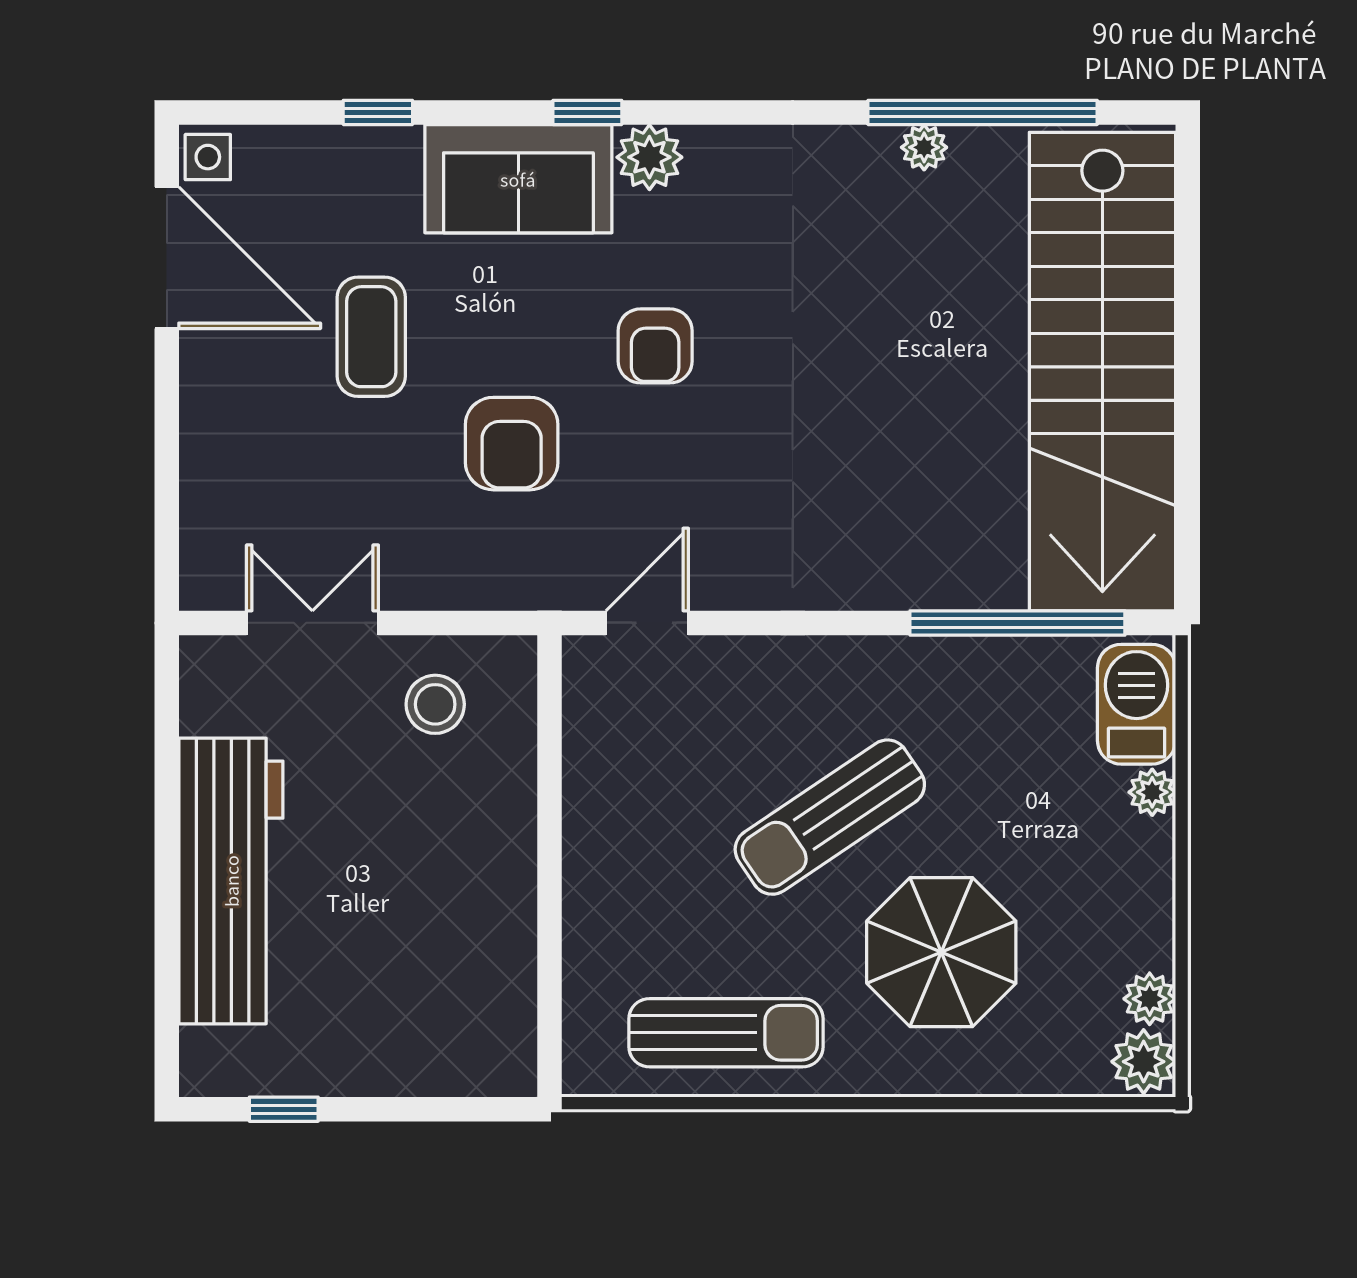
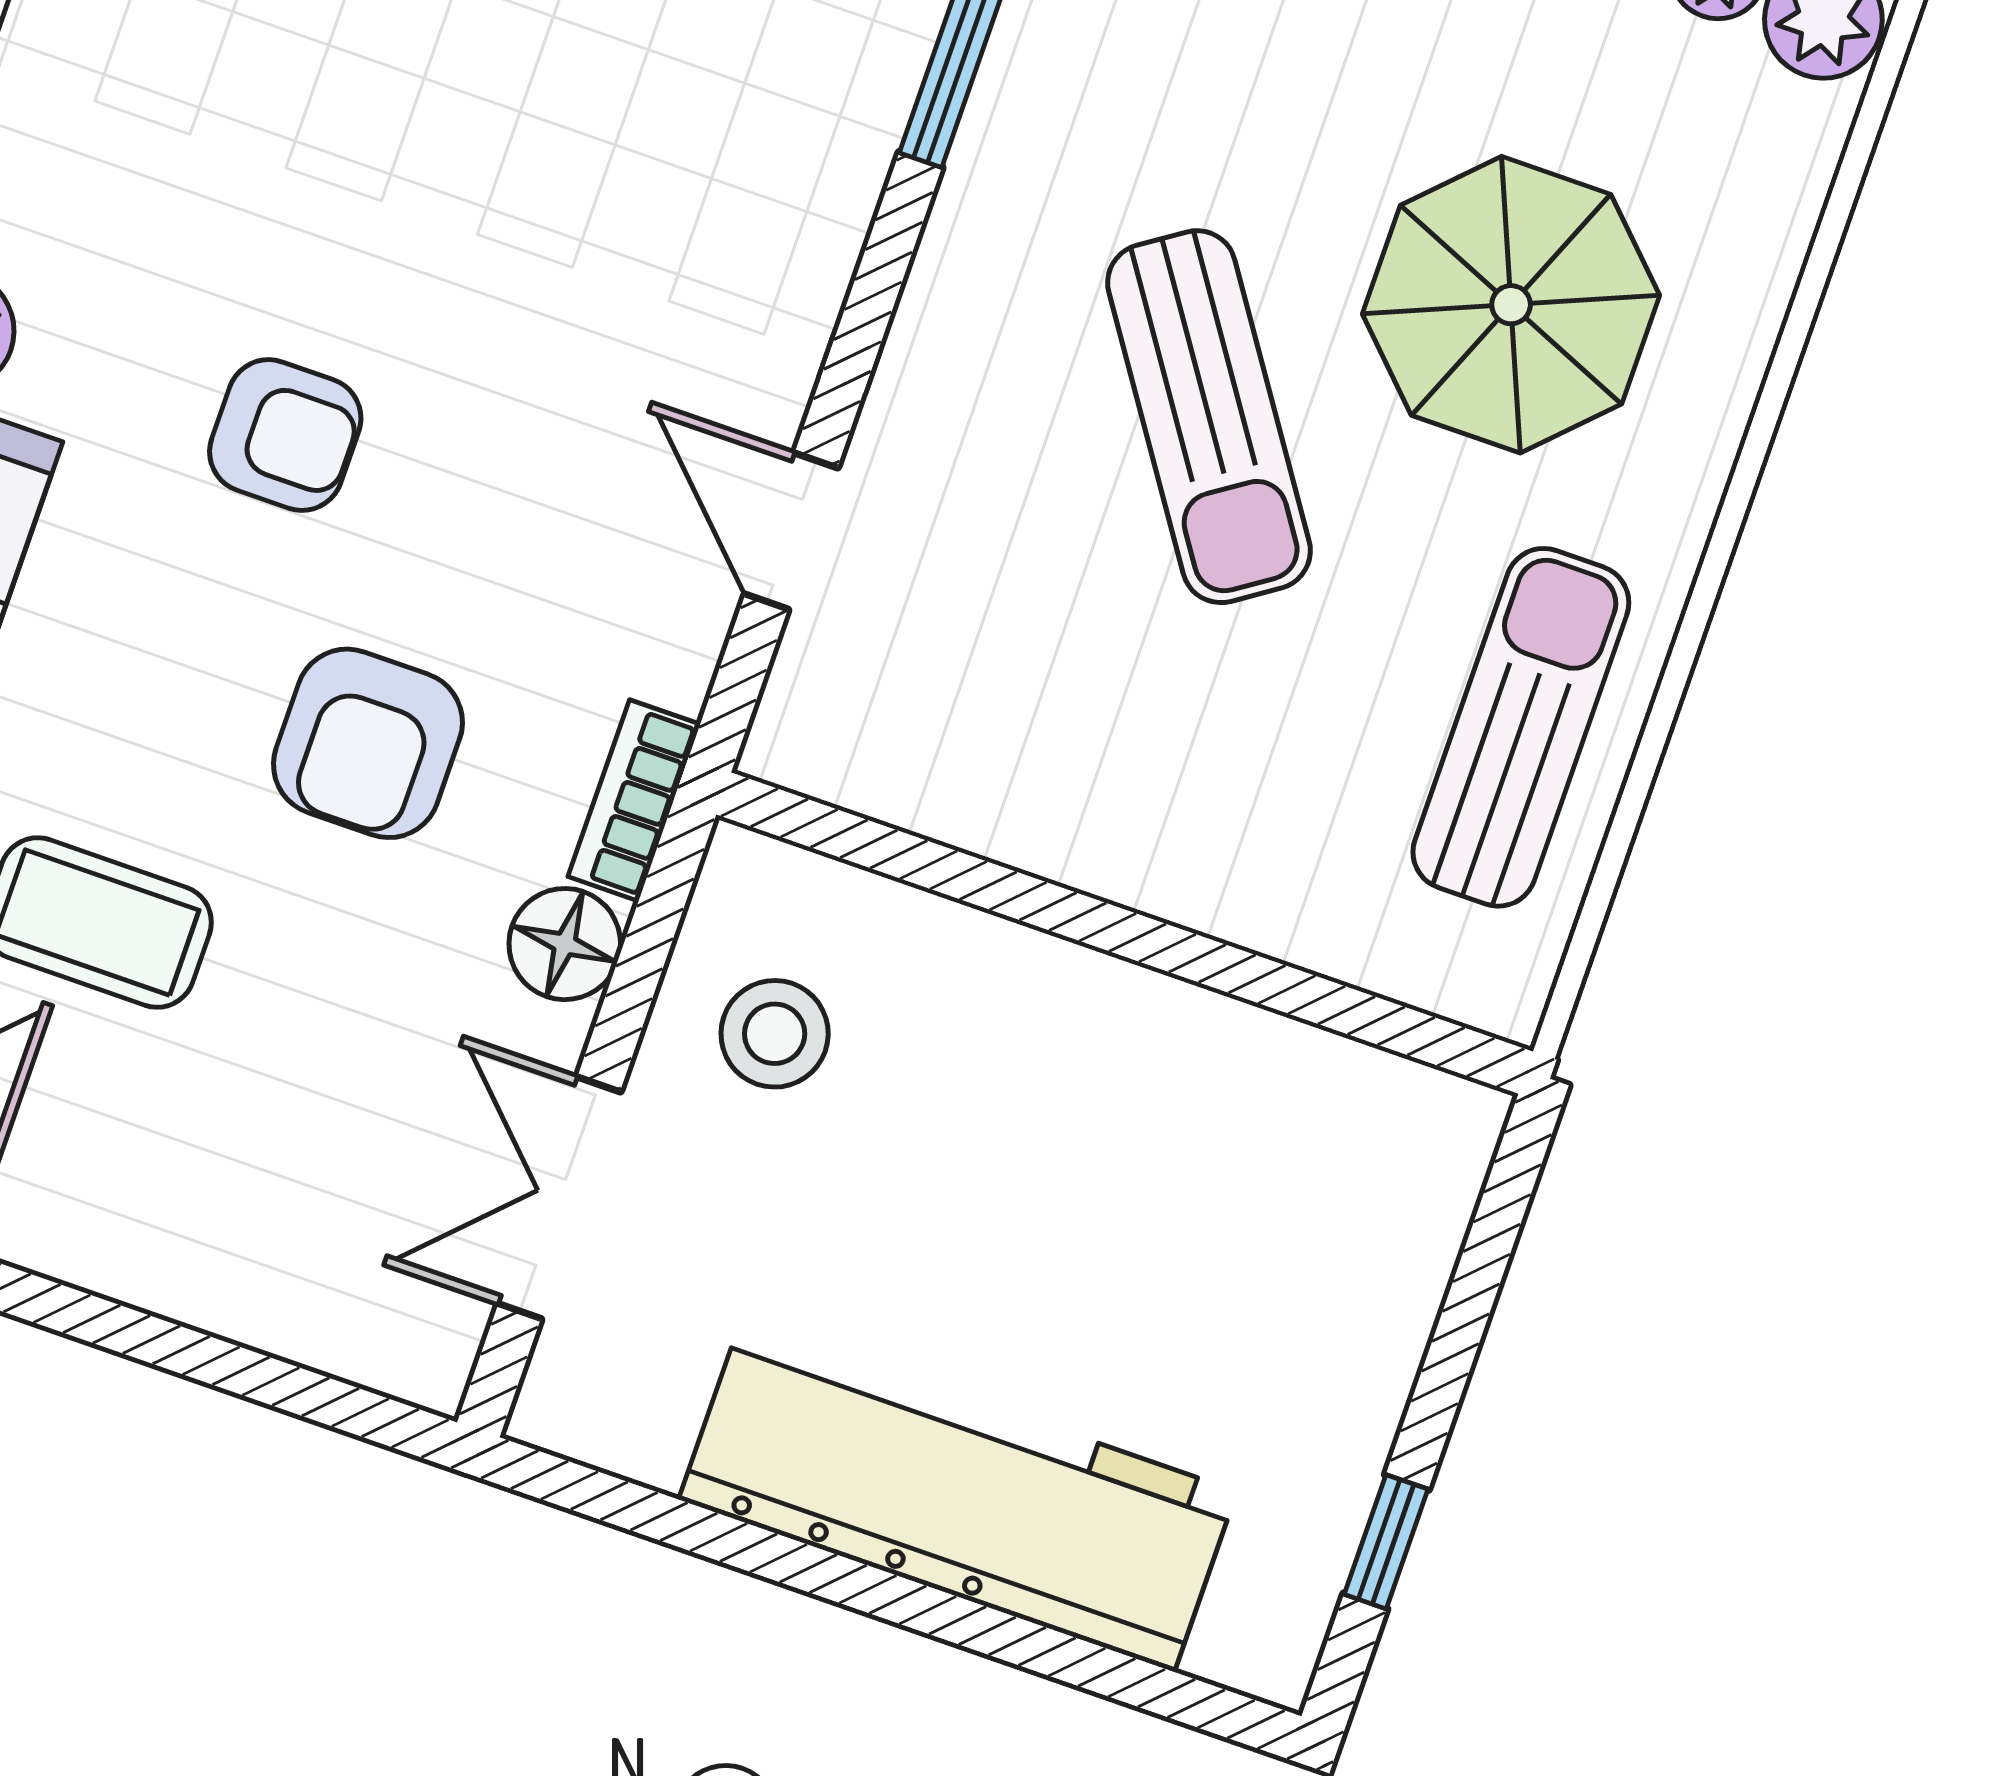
armchair: (512, 444) -> (368, 743), turned 90
floor lamp: (444, 581) -> (565, 944), added
bookcase: (530, 590) -> (634, 800), added
door: (647, 623) -> (791, 531), moved

